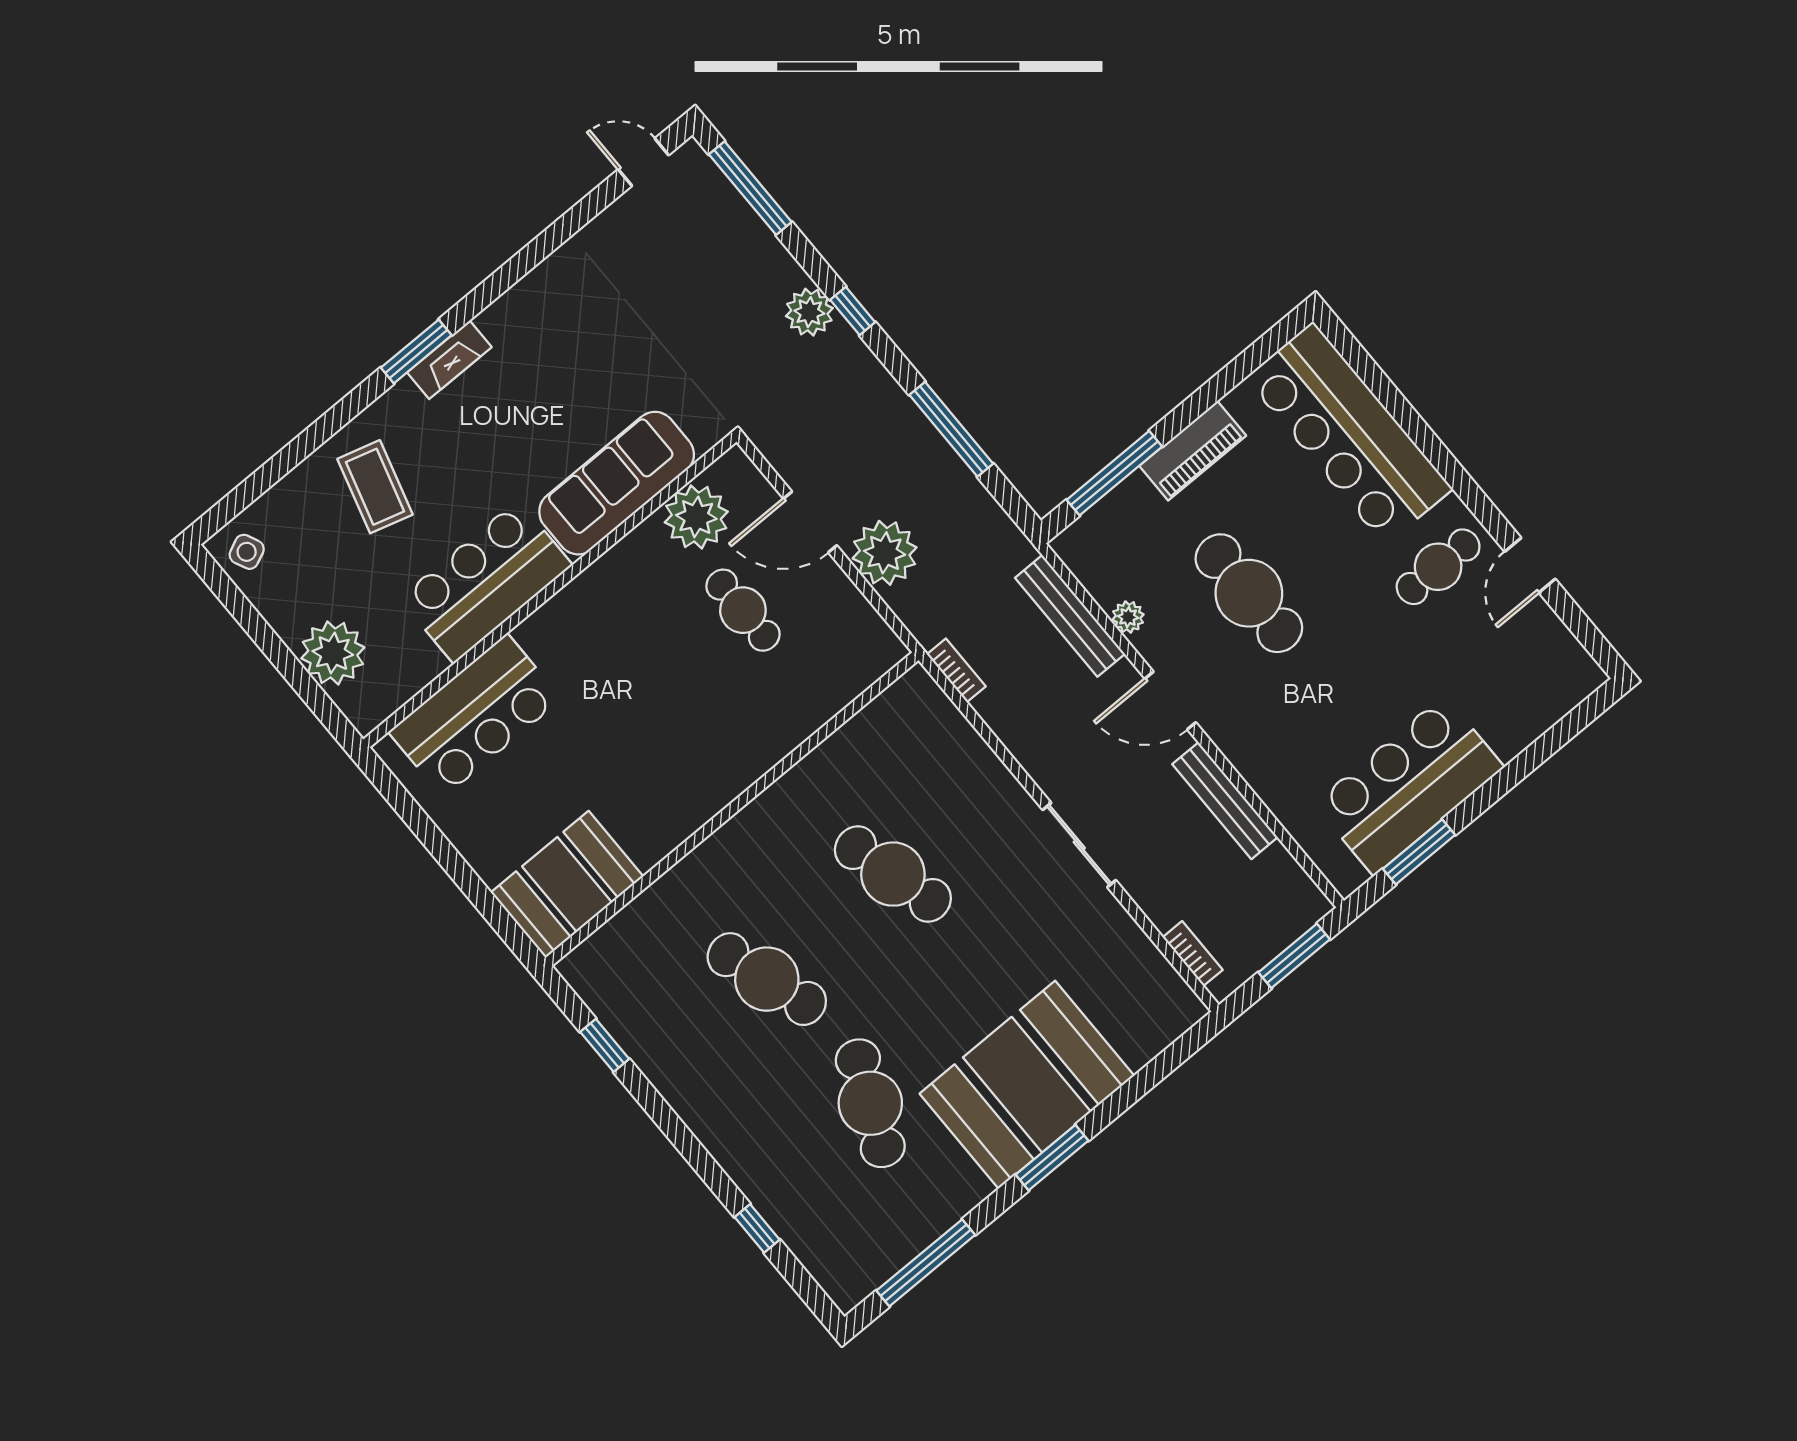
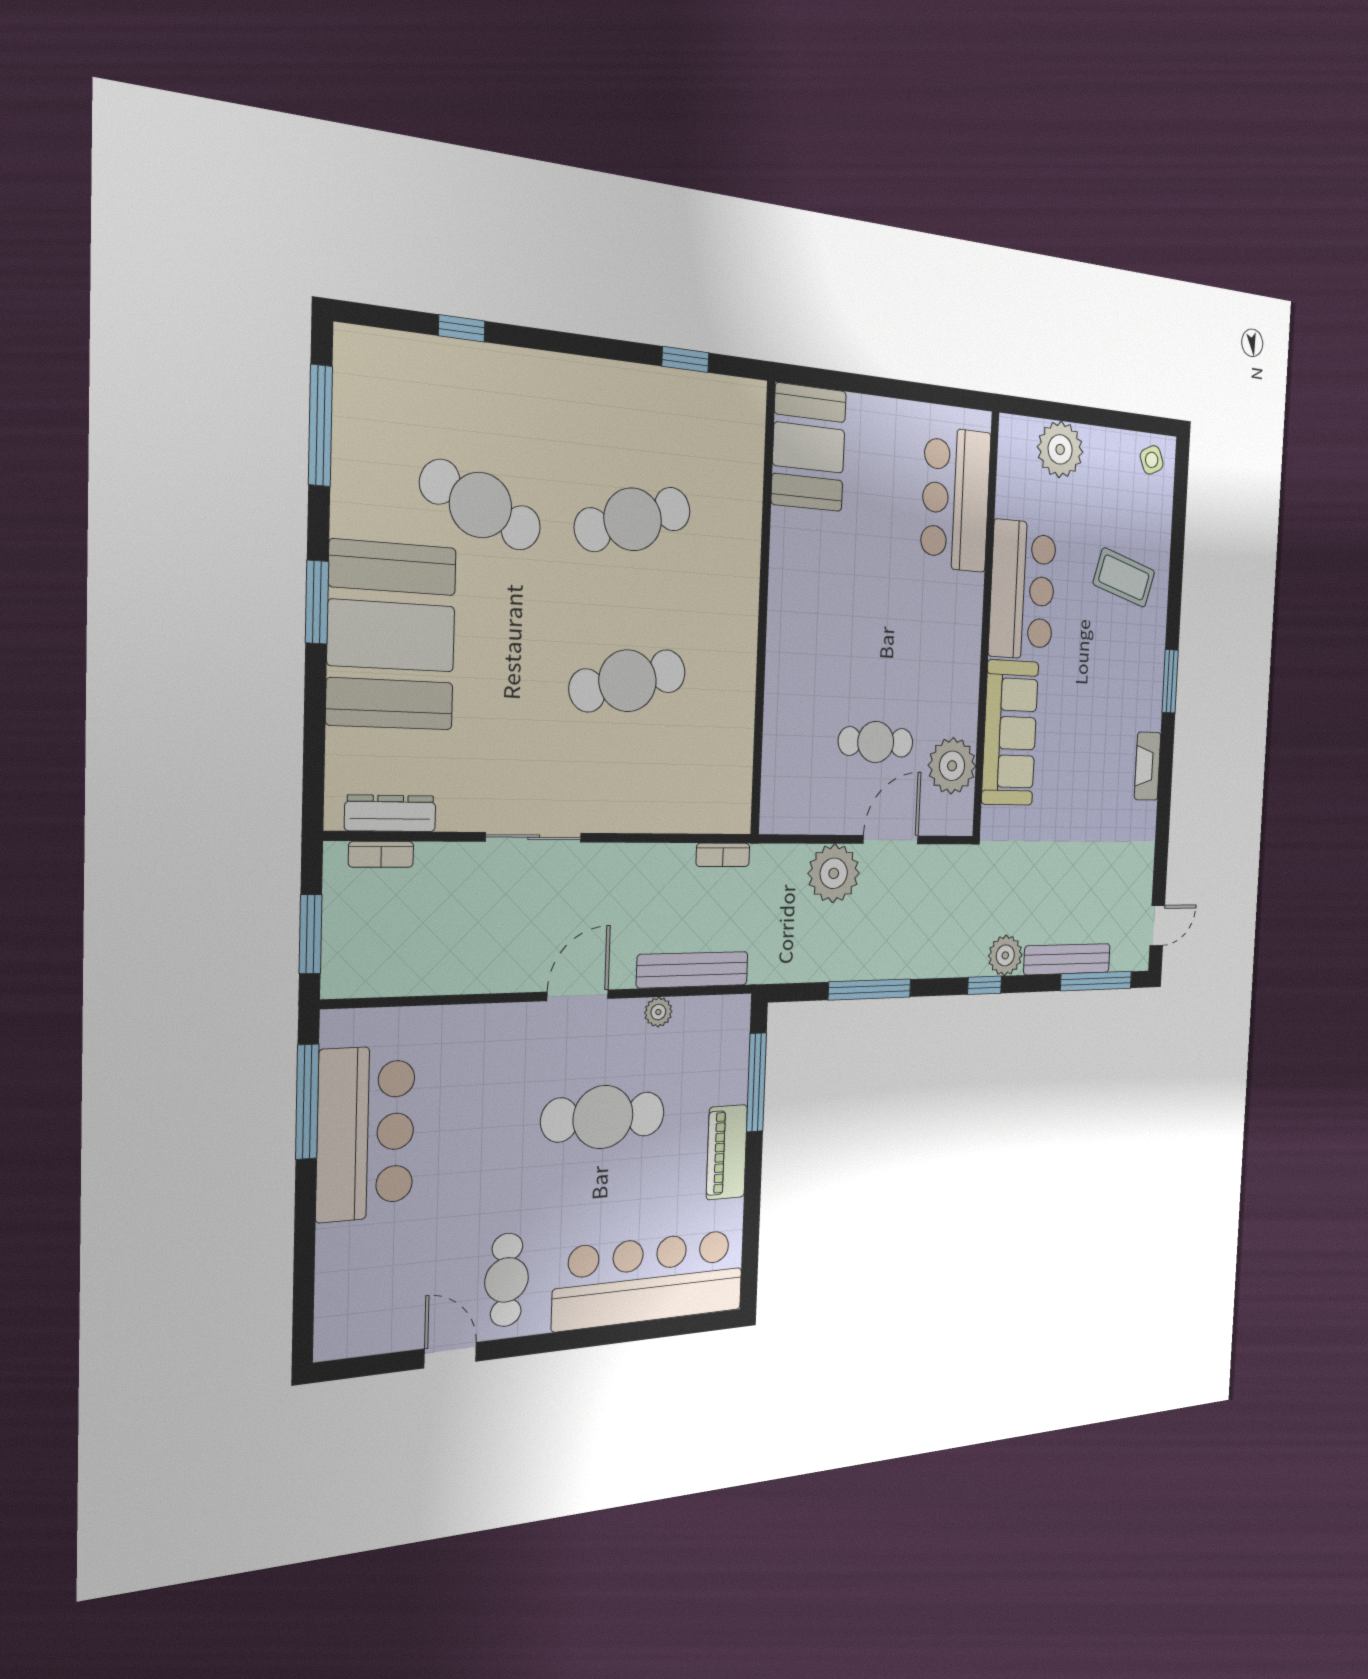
fireplace: (449, 360) -> (1148, 766), moved
bench: (1225, 801) -> (1067, 959), moved
window: (1419, 852) -> (307, 1102), width x1.44
dresser: (1157, 973) -> (390, 813), added

